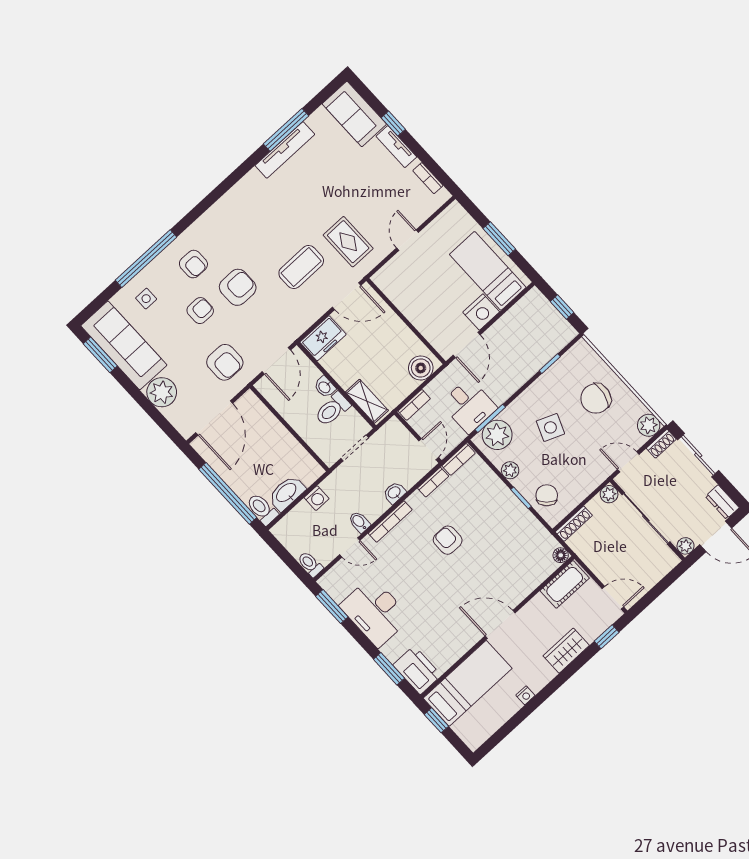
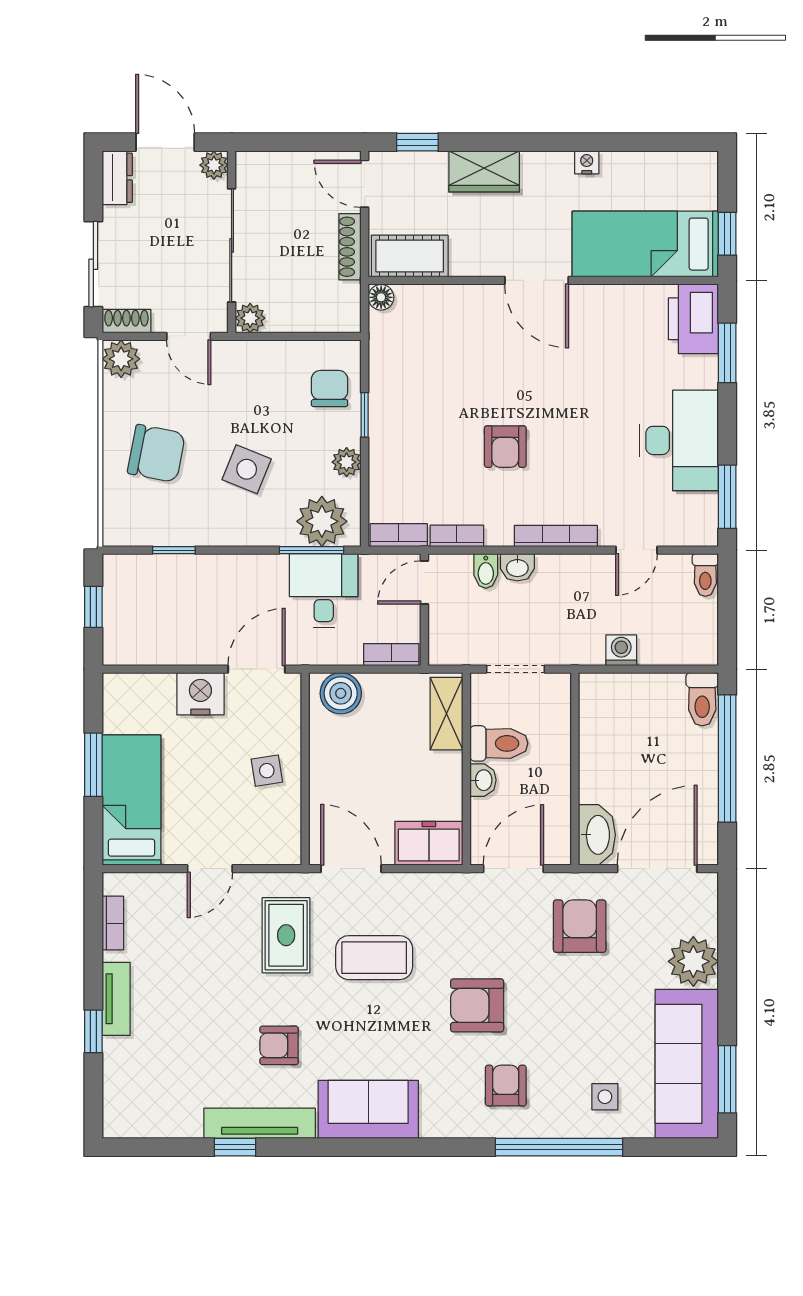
sofa: (354, 114) -> (368, 1109), moved, turned -90
window: (286, 130) -> (235, 1147), width x0.46
bed: (488, 271) -> (131, 800), moved, turned 180
side table: (422, 305) -> (267, 771), added
armchair: (200, 311) -> (279, 1045), moved
washbasin: (287, 493) -> (597, 835), moved, turned -90
chair: (547, 495) -> (330, 389), turned 137
bidet: (359, 522) -> (486, 571), moved
shoe rack: (574, 524) -> (350, 247), moved, turned -90
door: (350, 547) -> (636, 550), swing flipped

